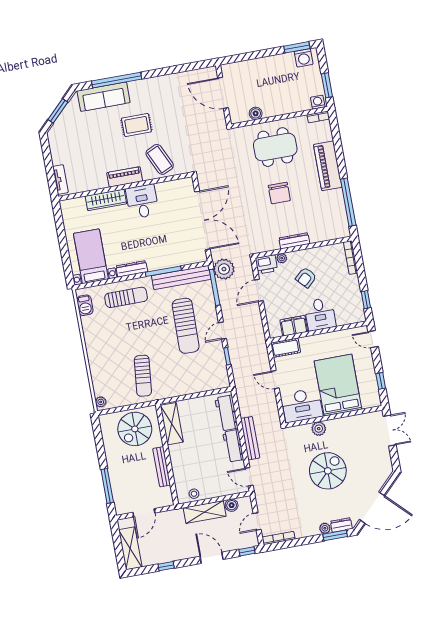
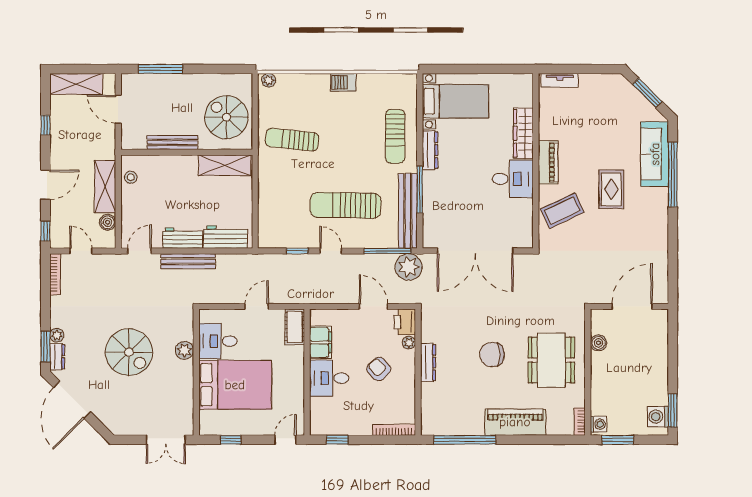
barbecue: (85, 305) -> (343, 82), moved
desk: (302, 405) -> (218, 341), width x0.73

